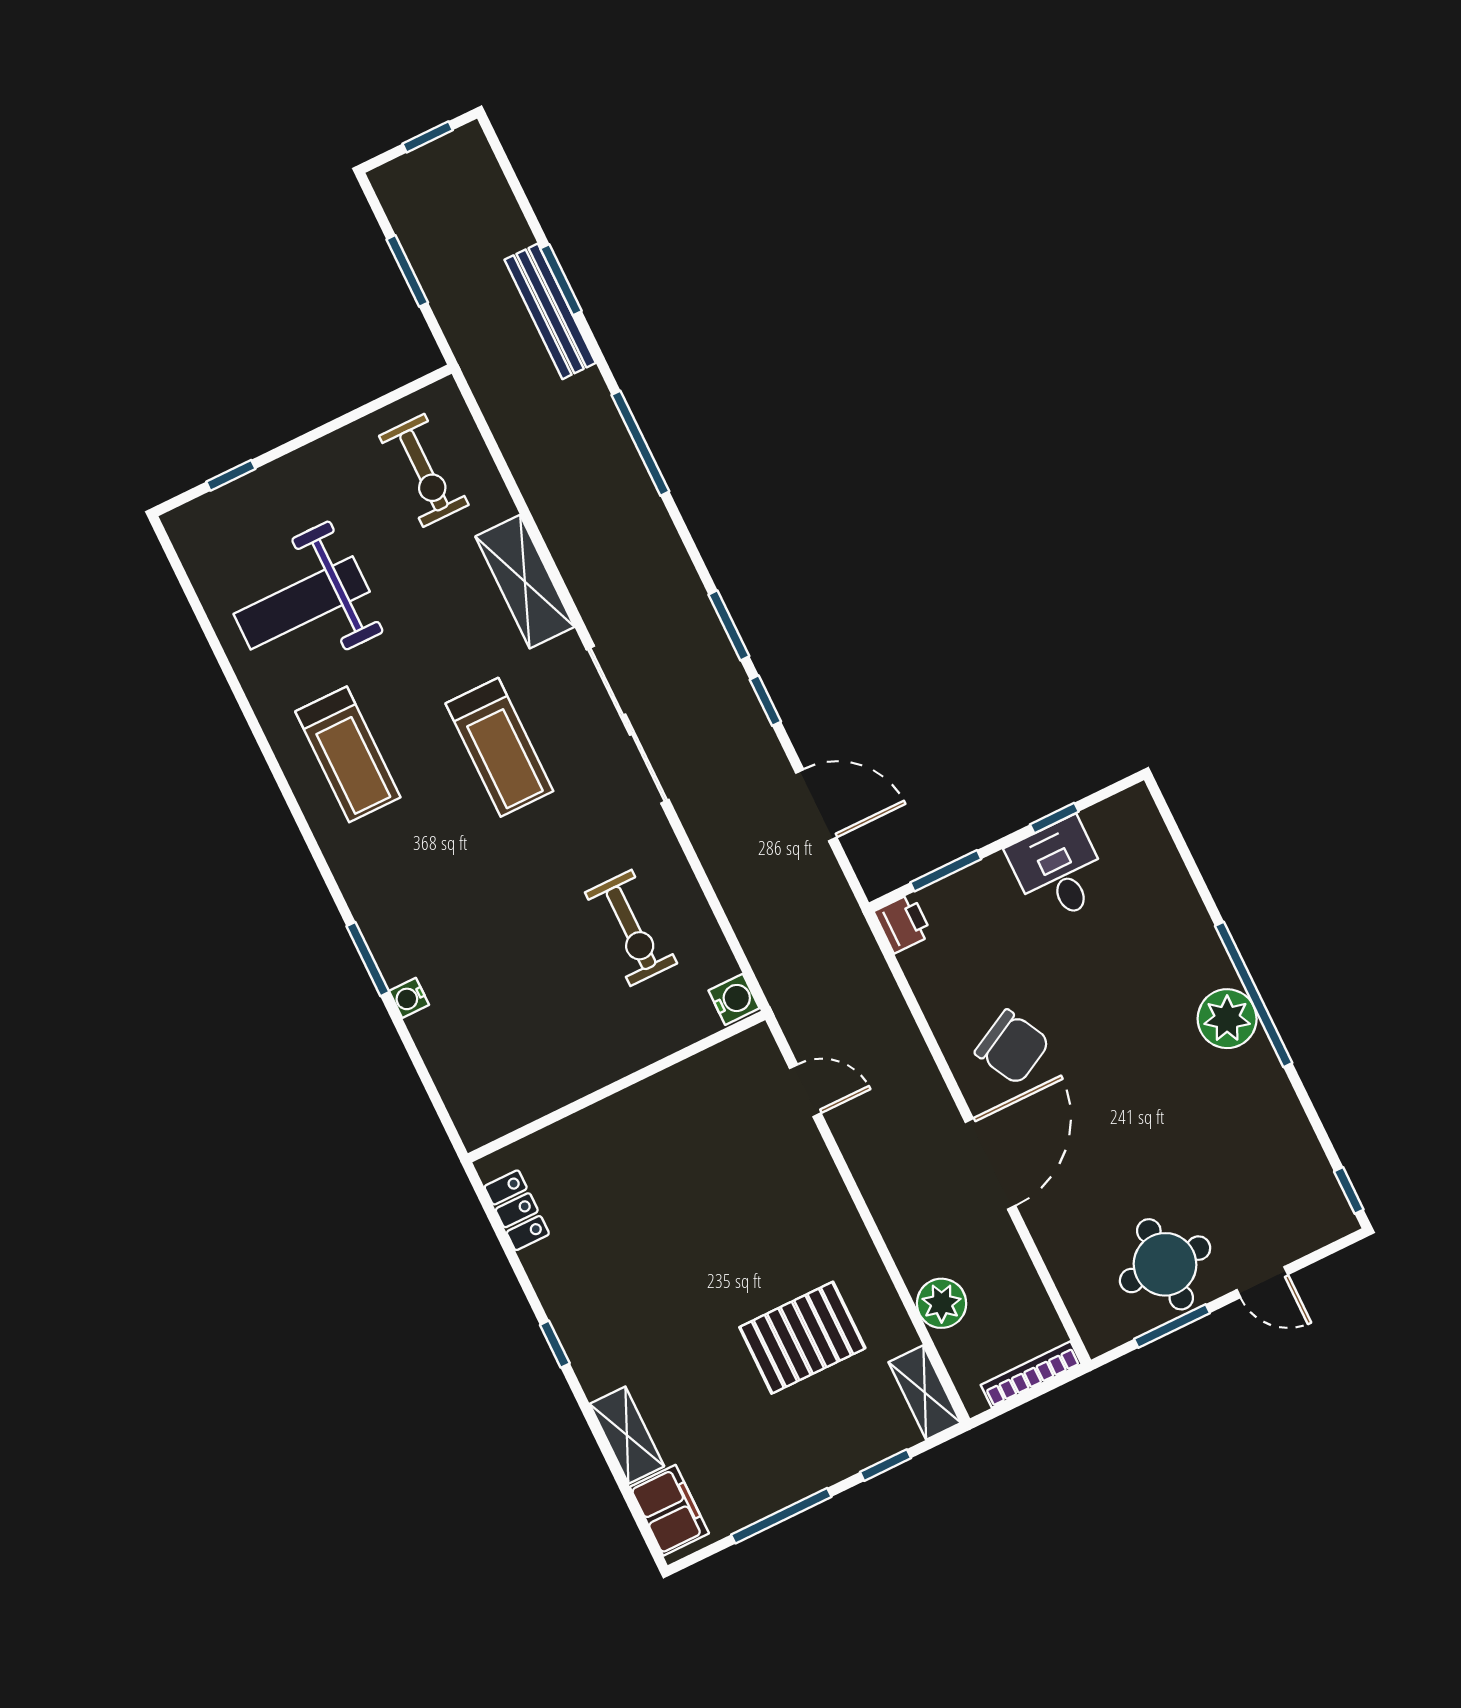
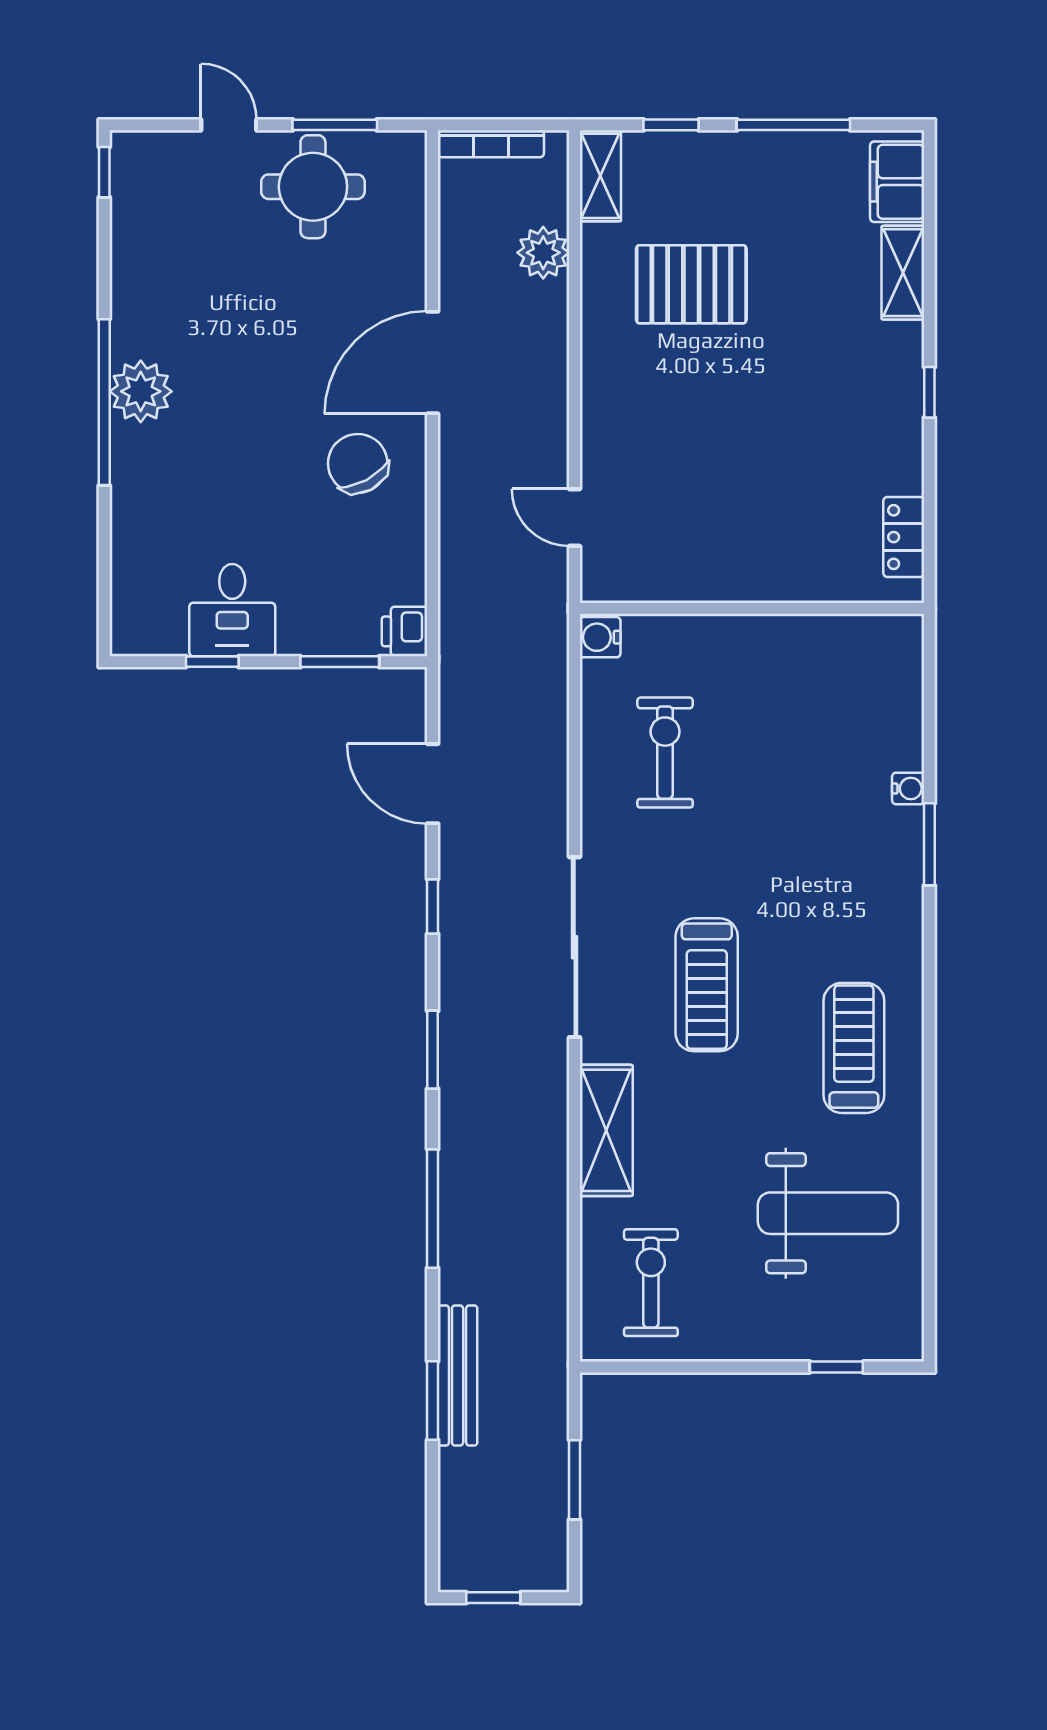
window: (729, 625) -> (433, 1050), moved
treadmill: (499, 747) -> (707, 985), turned 180

